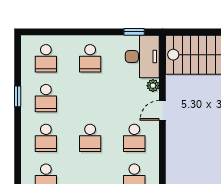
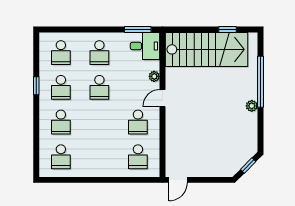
window: (134, 32) -> (138, 30), width x1.50
desk: (142, 57) -> (145, 46), width x0.73
school desk: (90, 138) -> (99, 87), moved

